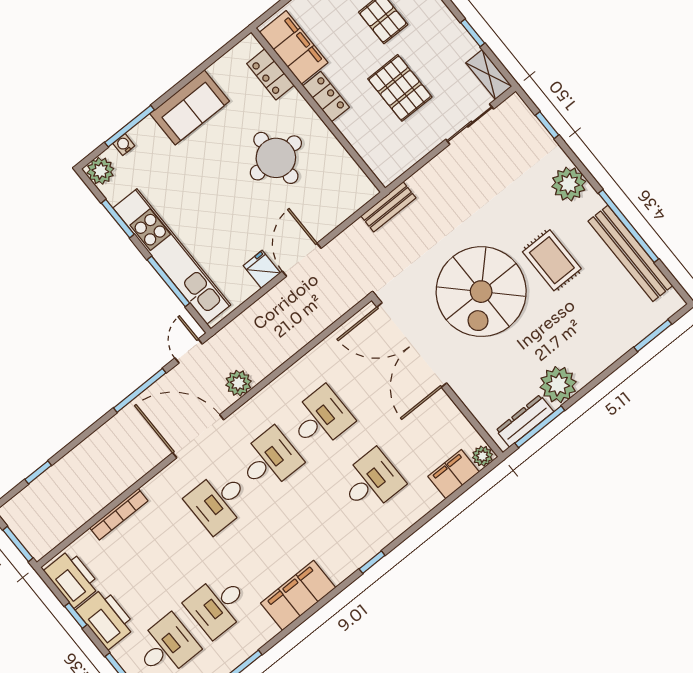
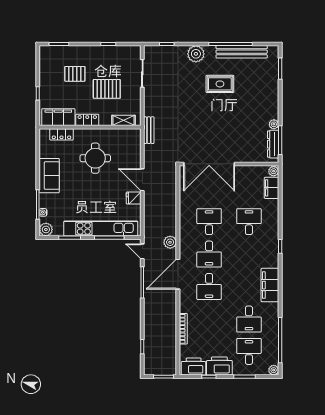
shelving: (489, 75) -> (124, 120), moved
spiral stairs: (481, 292) -> (210, 121), removed
plant: (558, 385) -> (274, 124), width x0.53, depth x0.53
desk: (270, 460) -> (209, 254), turned 180

